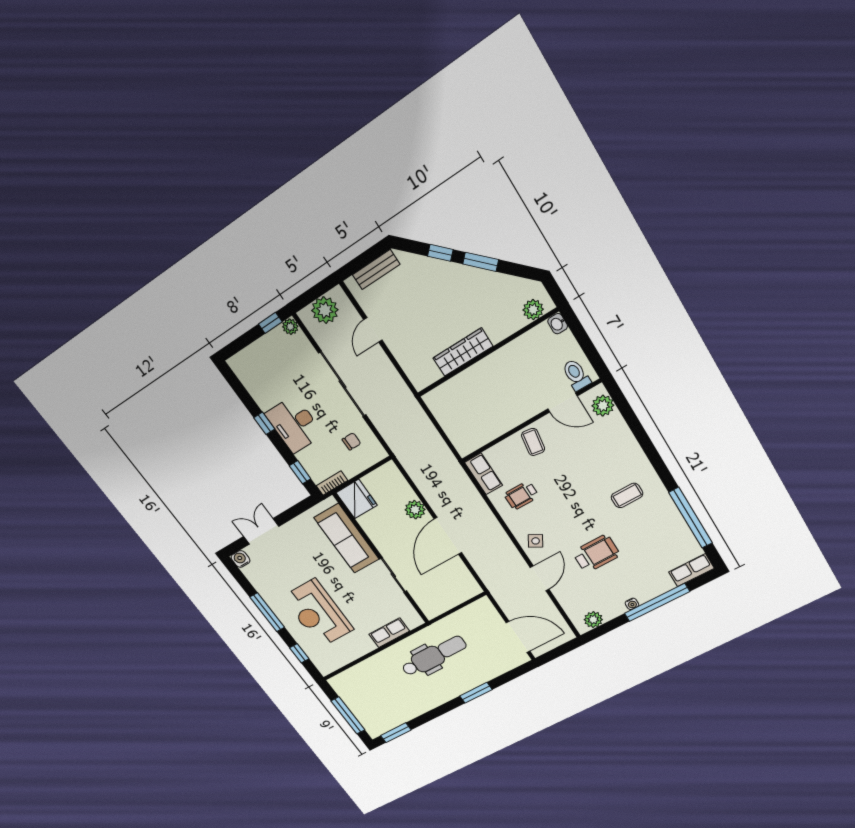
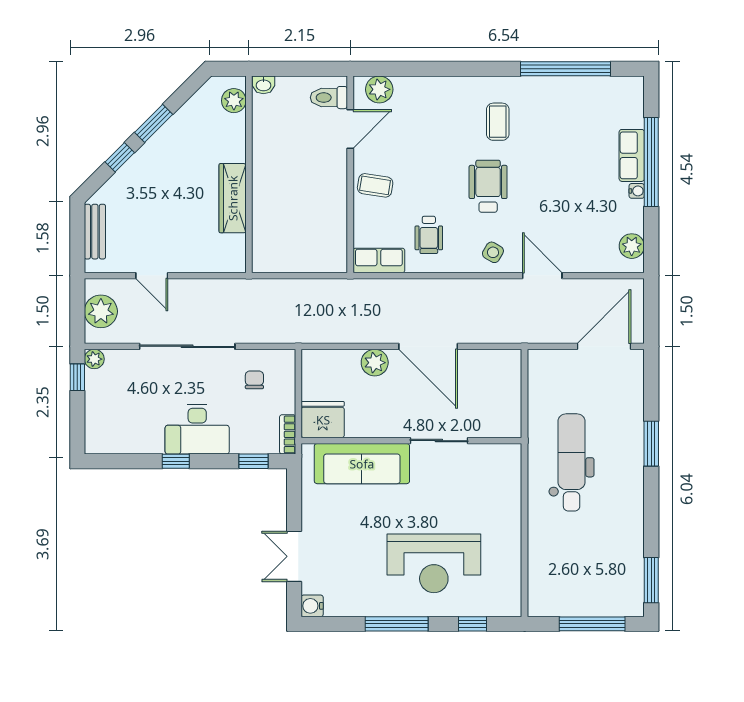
wheelchair: (596, 554) -> (488, 186), moved
row of seats: (691, 570) -> (632, 155), moved
row of seats: (389, 633) -> (509, 495), removed

